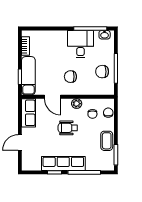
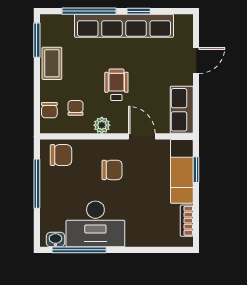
desk: (80, 44) -> (95, 224), width x1.37
chair: (102, 72) -> (61, 155), moved
wheelchair: (68, 128) -> (116, 85), turned -90
row of seats: (63, 163) -> (124, 26), width x1.36

